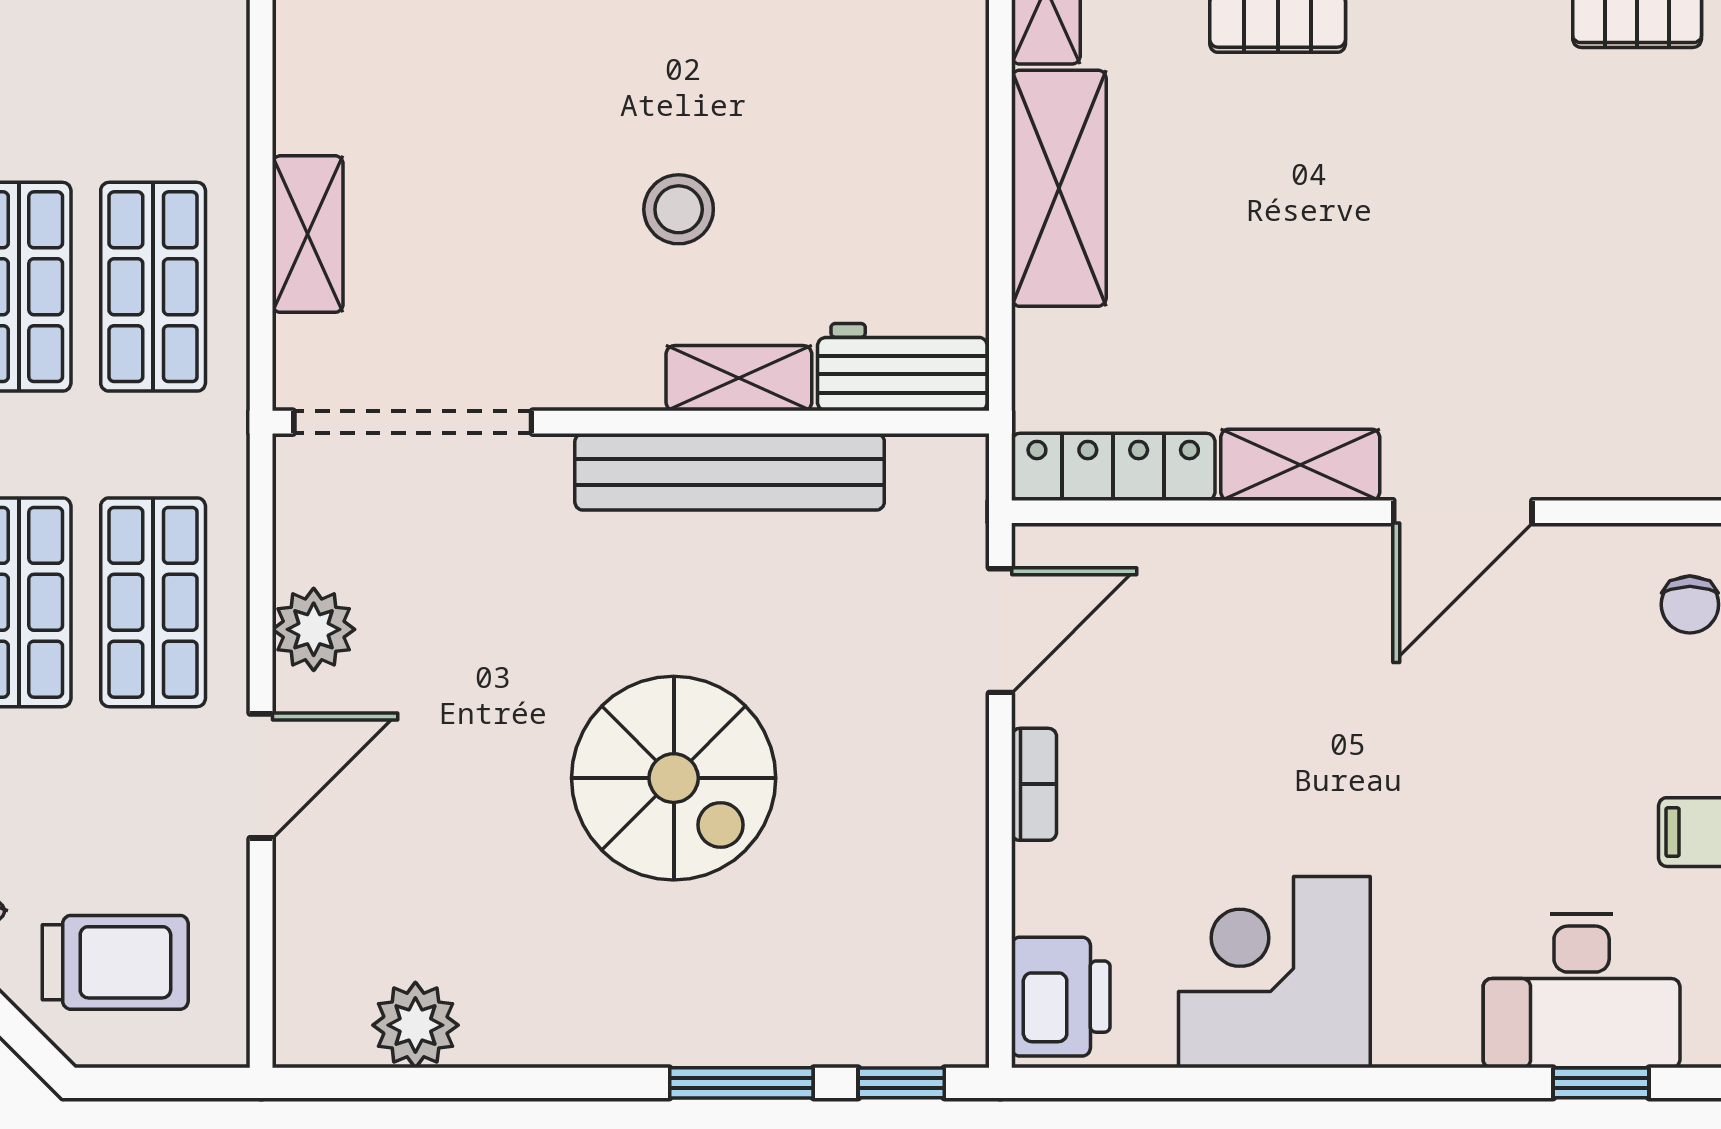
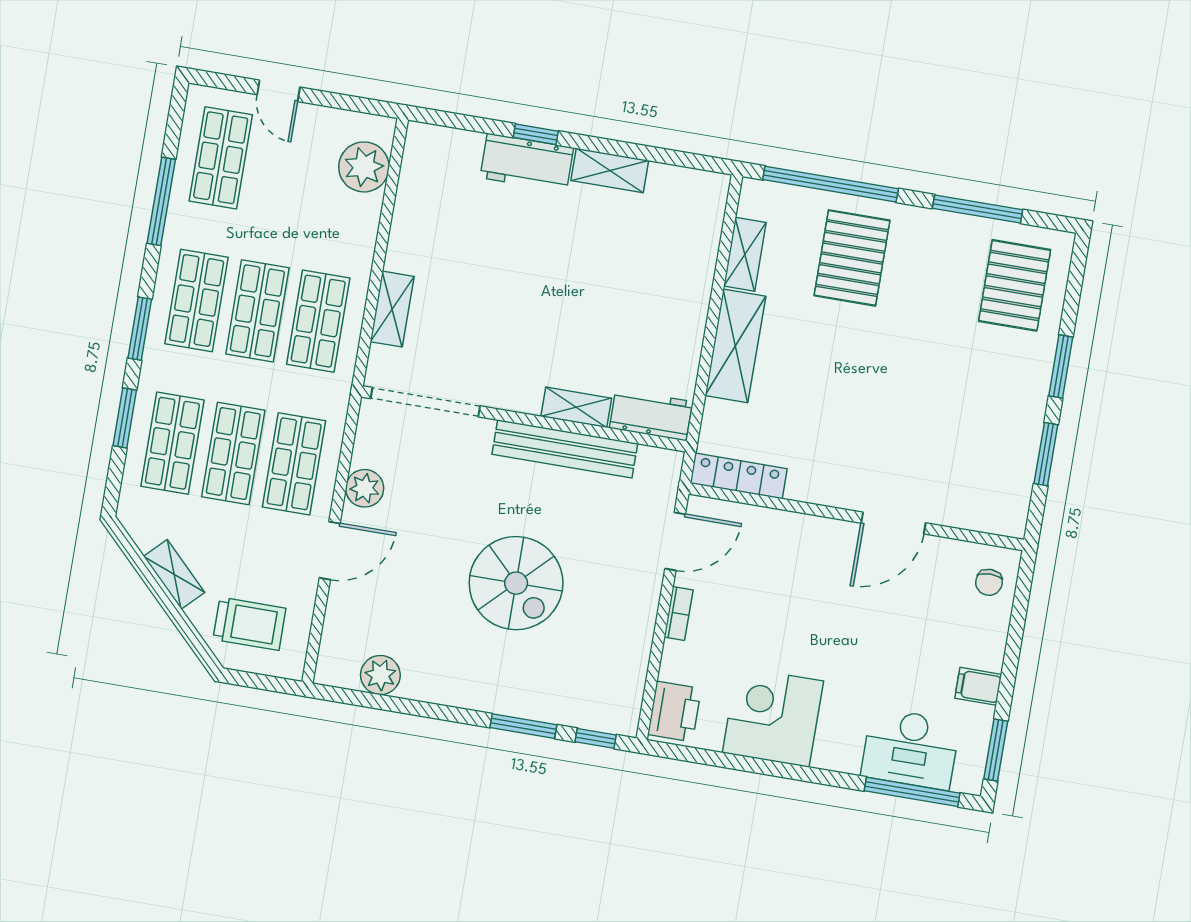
stool: (679, 209) -> (562, 326), removed
shelving: (1300, 465) -> (823, 489), removed
window: (1601, 1083) -> (912, 792), width x2.17

